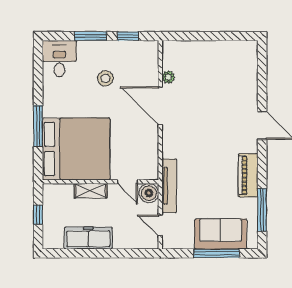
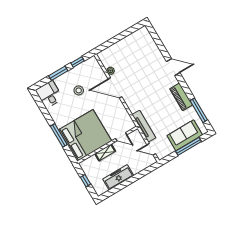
boiler: (149, 193) -> (136, 136), removed

